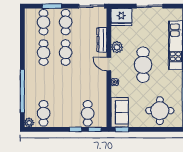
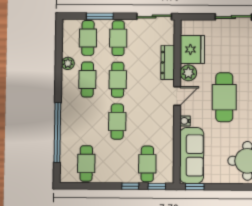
fridge: (121, 17) -> (192, 49), moved, turned -90
door: (109, 64) -> (177, 96), swing flipped
cafe table: (66, 83) -> (117, 122), added
sofa: (120, 112) -> (192, 155), width x1.36
plant: (29, 123) -> (68, 63), moved

